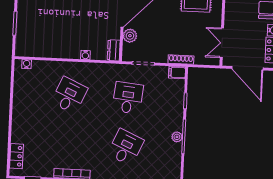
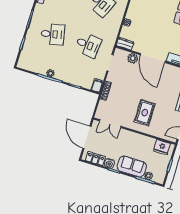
double door: (222, 43) -> (110, 124), swing flipped
door: (247, 68) -> (87, 137), hinge flipped
desk: (126, 147) -> (53, 34), turned -36

